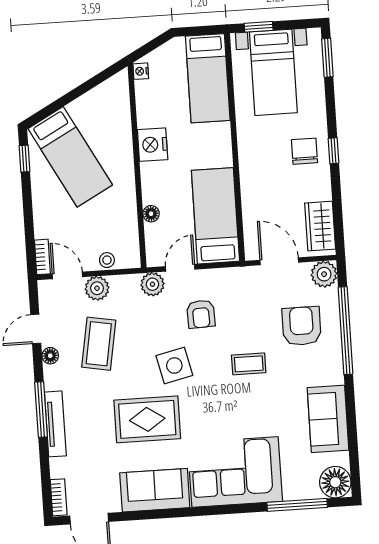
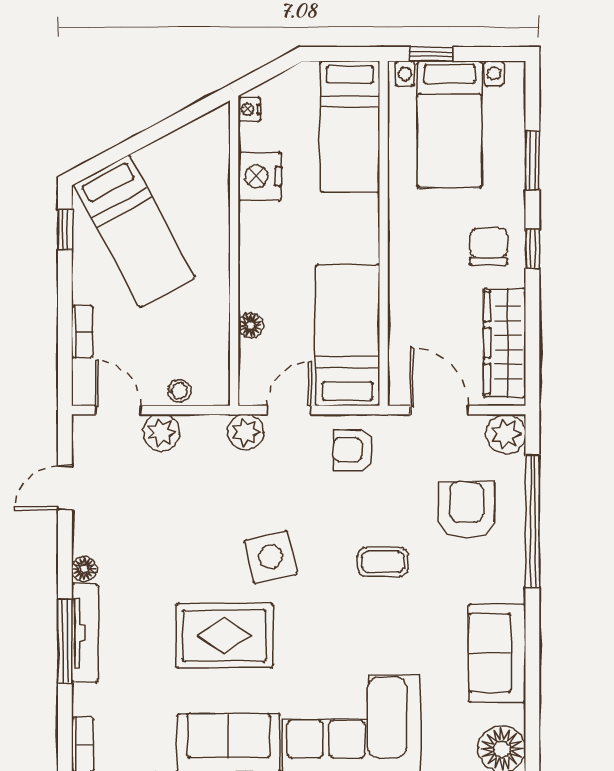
window: (327, 58) -> (532, 160), moved
nightstand: (153, 145) -> (260, 176), moved
wardrobe: (320, 226) -> (505, 343), width x1.50
bookcase: (42, 257) -> (82, 332), moved
armchair: (201, 314) -> (353, 450), moved, turned 92
coffee table: (99, 344) -> (159, 516), removed
floor lamp: (50, 356) -> (84, 569), moved
window: (41, 409) -> (65, 641), moved

